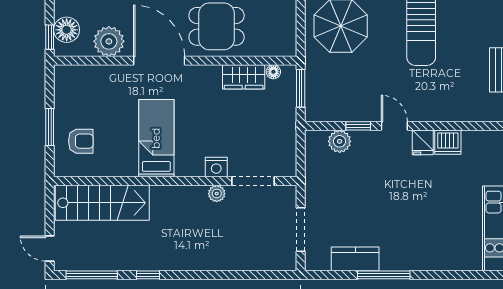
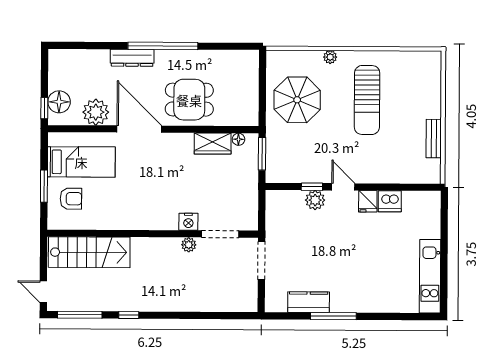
bed: (156, 138) -> (81, 162), moved, turned 90
plant: (340, 141) -> (315, 200), moved
doorway: (301, 229) -> (261, 261), moved

